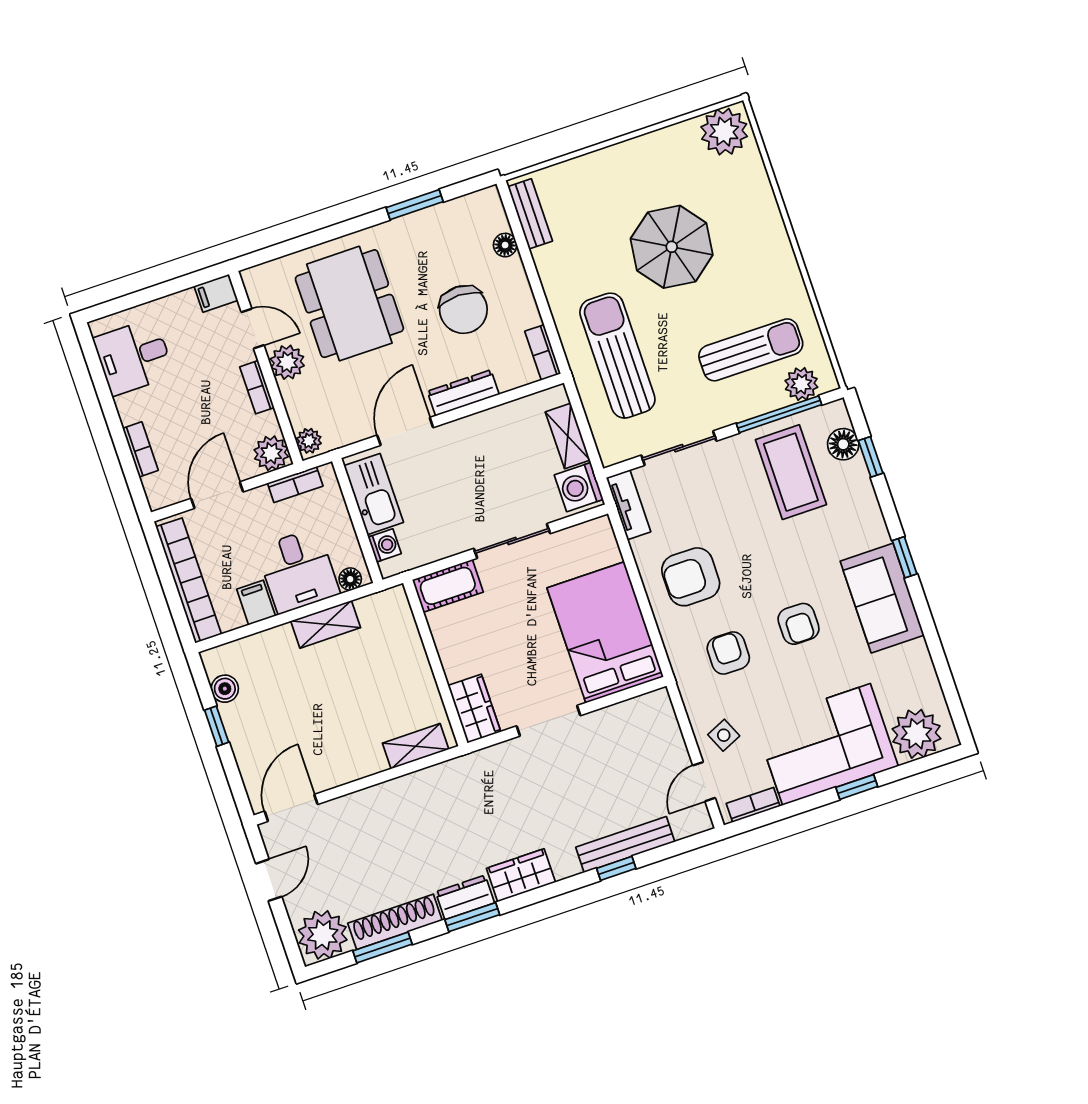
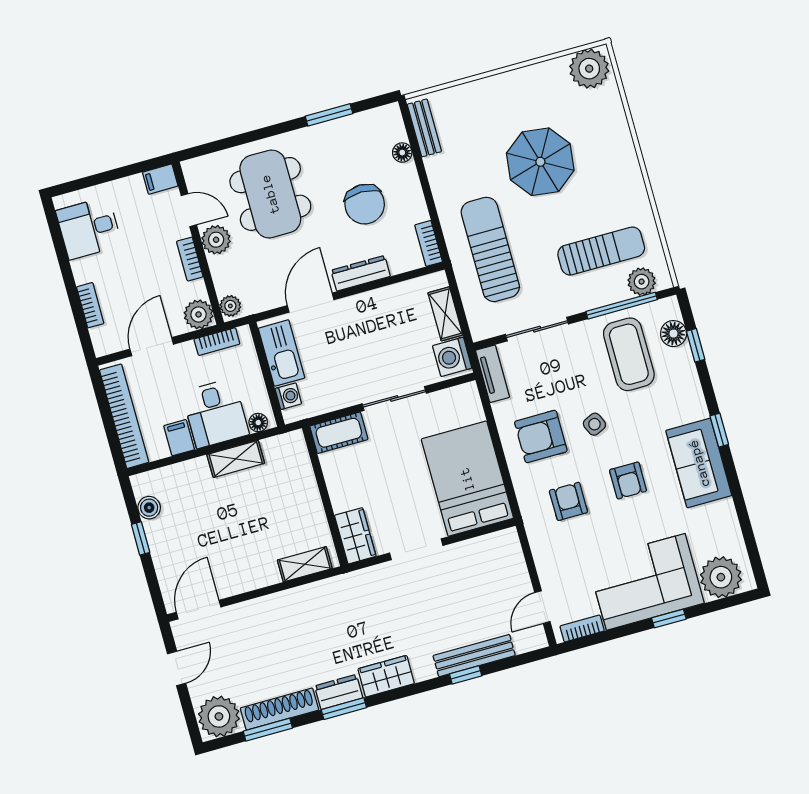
side table: (724, 735) -> (594, 424), moved

